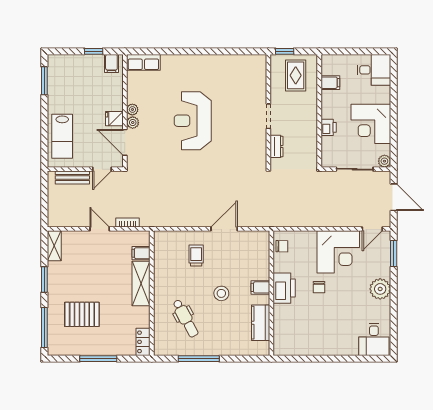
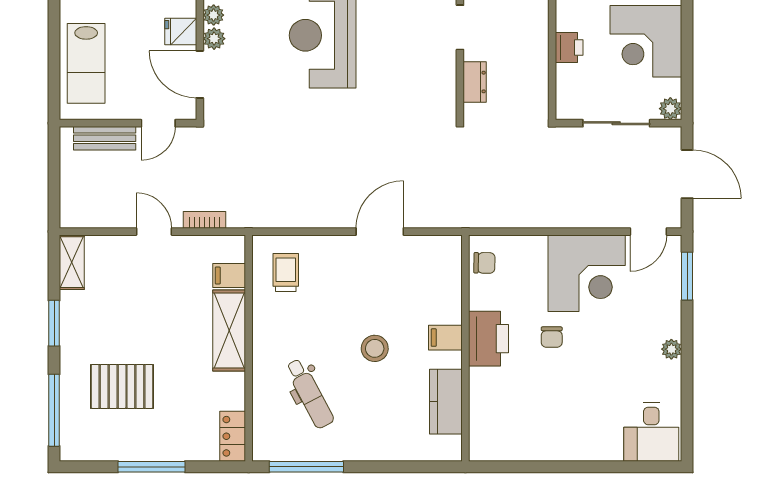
trolley: (196, 256) -> (286, 273), moved
plant: (380, 289) -> (671, 349), width x0.53, depth x0.53
window: (199, 359) -> (306, 467), moved

